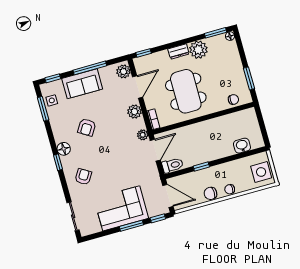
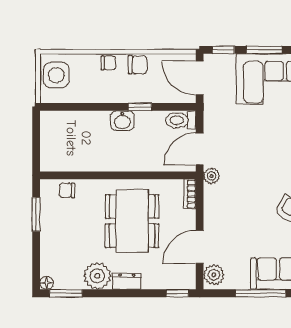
plant: (134, 112) -> (214, 213), removed
washbasin: (242, 146) -> (122, 121), moved

